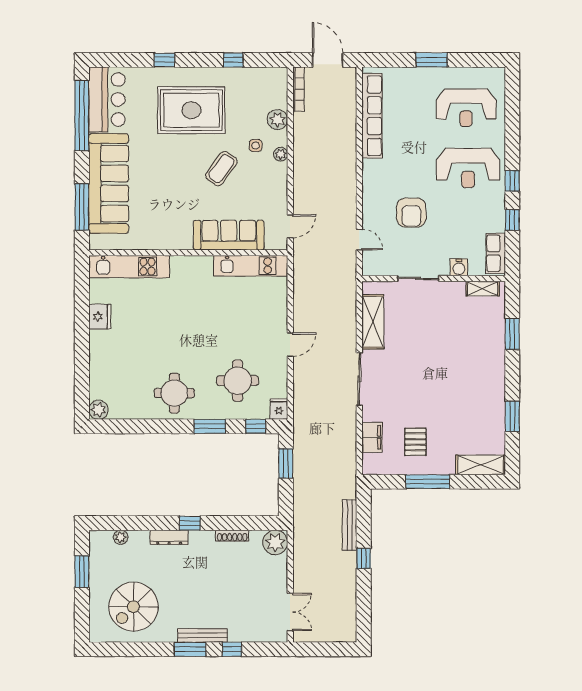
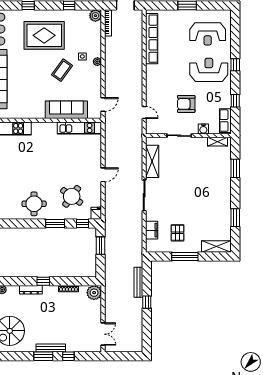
plant: (278, 120) -> (95, 16), moved
reception desk: (468, 168) -> (209, 70), turned 180
window: (512, 181) -> (235, 65), moved
armchair: (411, 213) -> (186, 104), moved, turned 90
round table: (238, 381) -> (72, 196), turned 36

